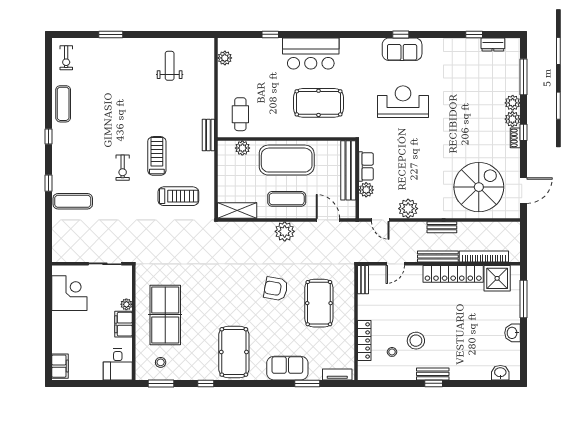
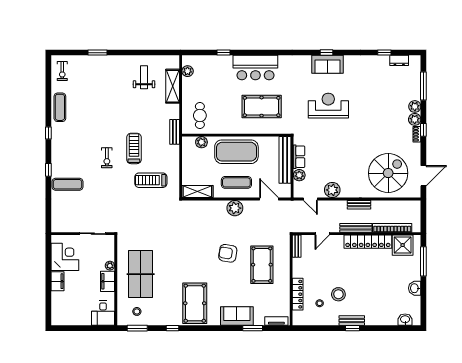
shelving: (206, 77) -> (173, 86), added
treadmill: (178, 196) -> (151, 180), turned 180
filing cabinet: (60, 366) -> (57, 281), moved

